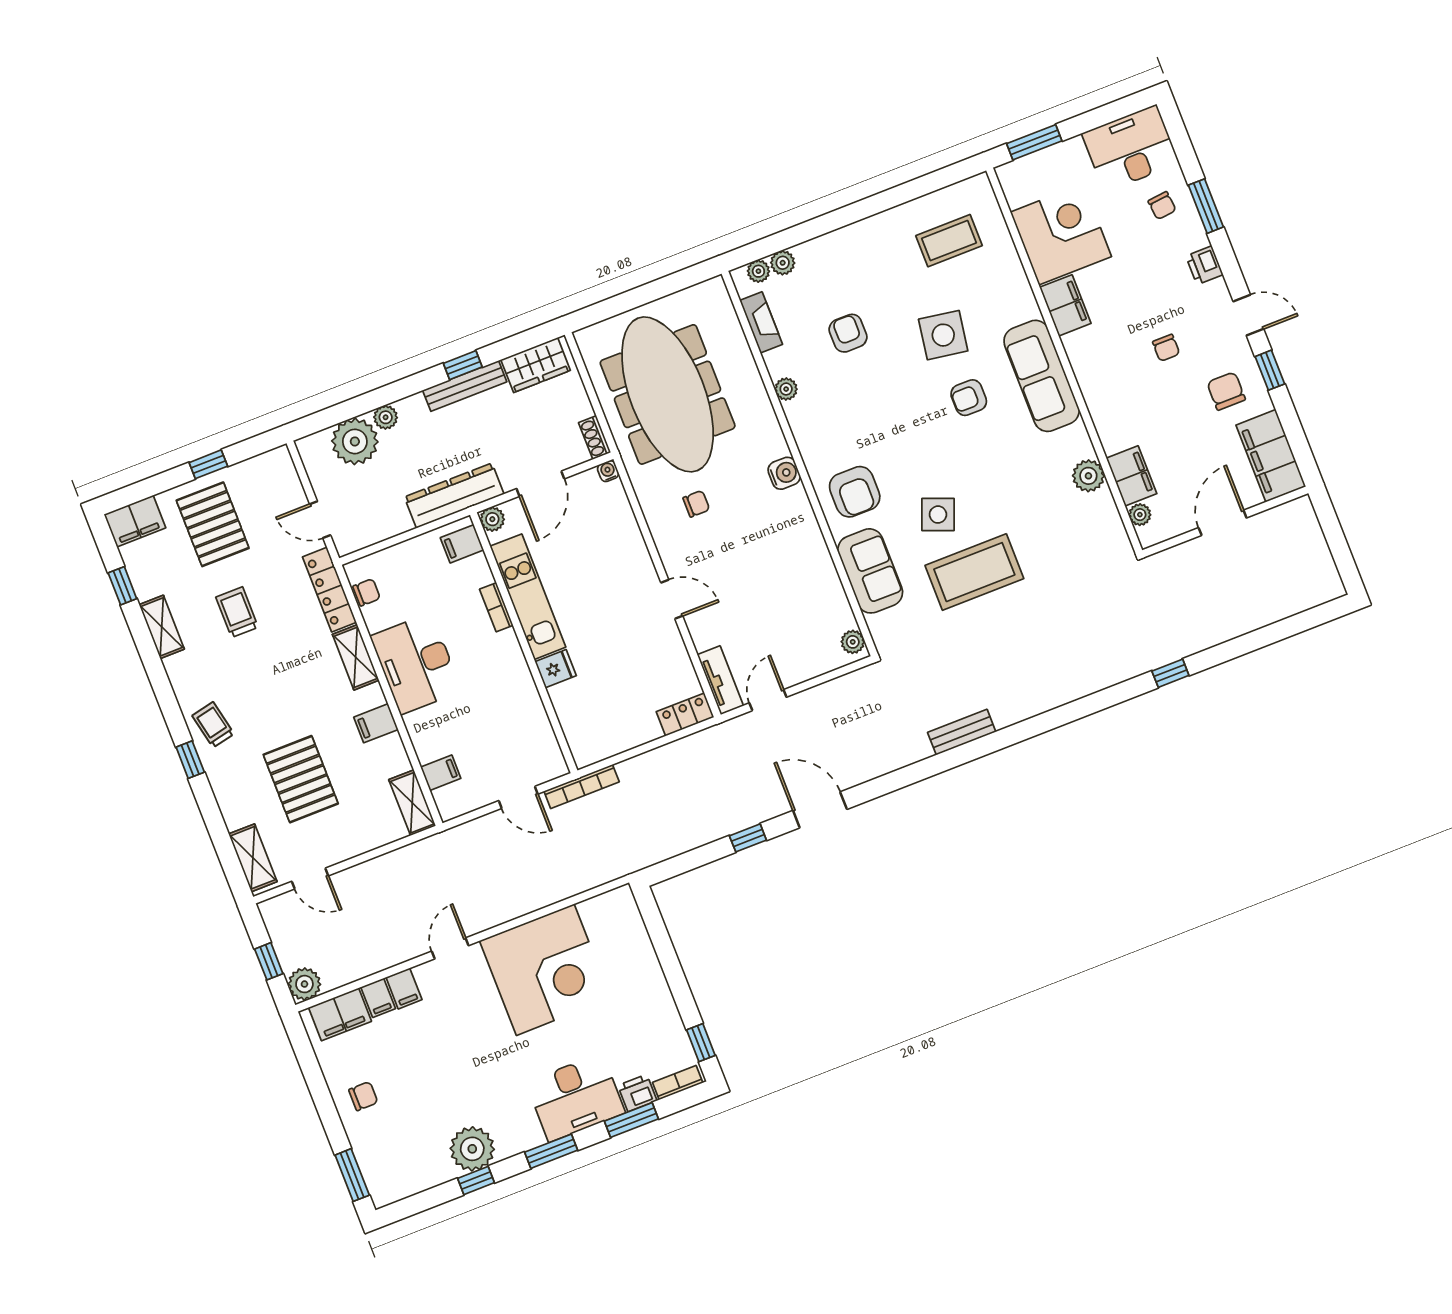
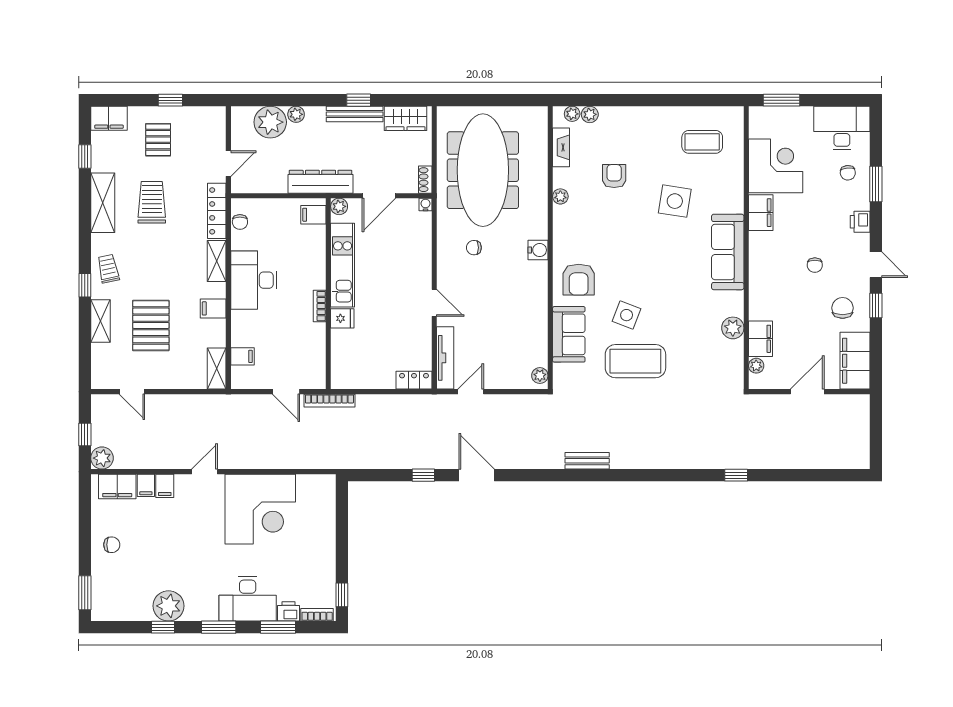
armchair: (969, 398) -> (676, 248), removed
chair: (696, 504) -> (474, 248), turned 180
door: (320, 520) -> (228, 164), swing flipped
pallet: (213, 524) -> (158, 140), width x0.67, depth x0.71
chair: (367, 592) -> (240, 222), turned 90
bookcase: (496, 607) -> (320, 306), moved
trolley: (237, 612) -> (152, 202), width x1.36, depth x1.39
shelving: (162, 627) -> (103, 203), width x1.50, depth x1.33
tv unit: (720, 680) -> (445, 358), width x1.41
shelving: (253, 858) -> (100, 321), moved

